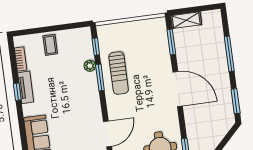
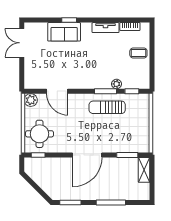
window: (17, 92) -> (69, 20), moved

